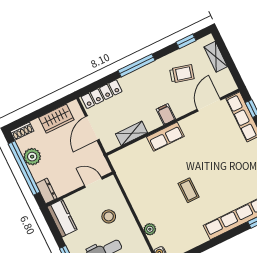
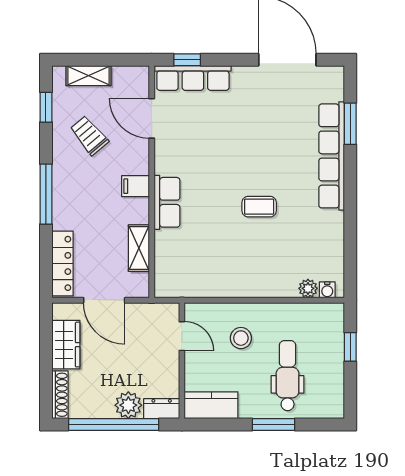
trolley: (182, 74) -> (89, 135), turned -55
shoe rack: (22, 131) -> (60, 395), width x1.43
plant: (32, 157) -> (128, 405), moved
door: (93, 182) -> (182, 336), swing flipped
plant: (150, 229) -> (308, 288), moved

